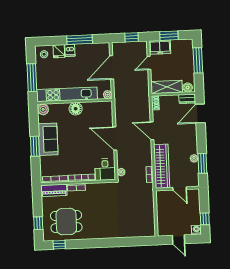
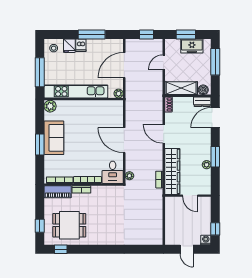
freezer: (160, 47) -> (192, 46), moved
floor lamp: (76, 109) -> (84, 107), removed
window: (202, 163) -> (215, 157), moved

